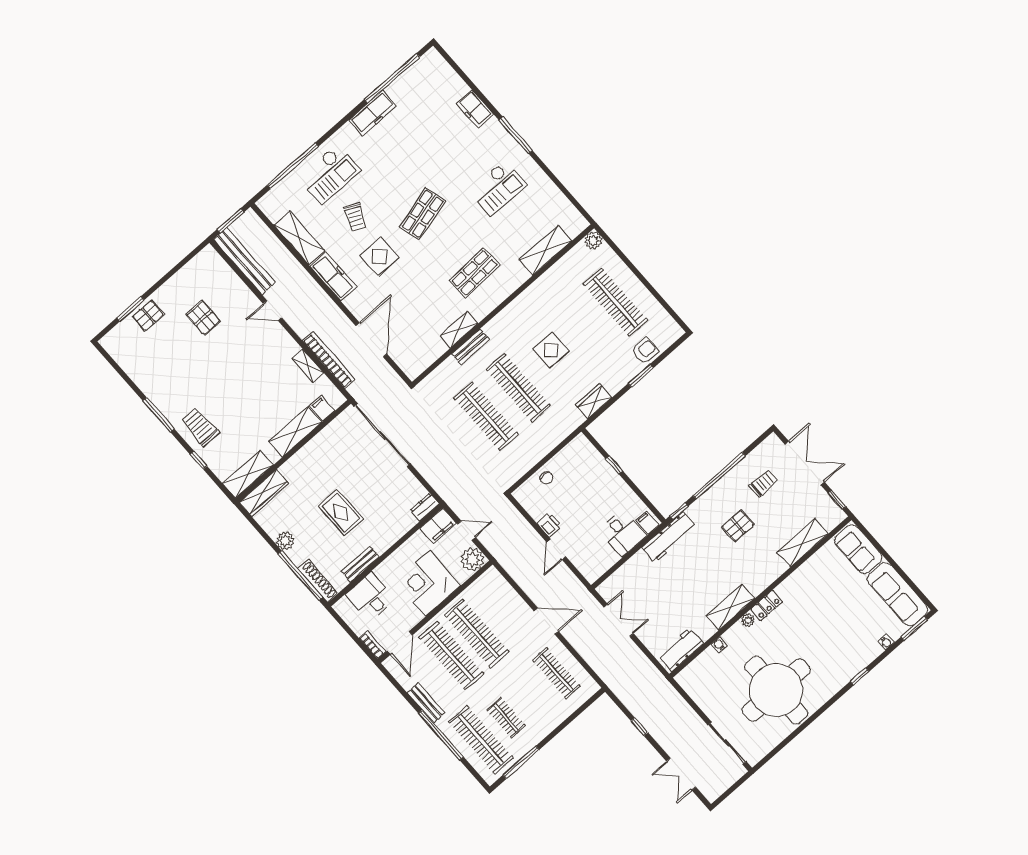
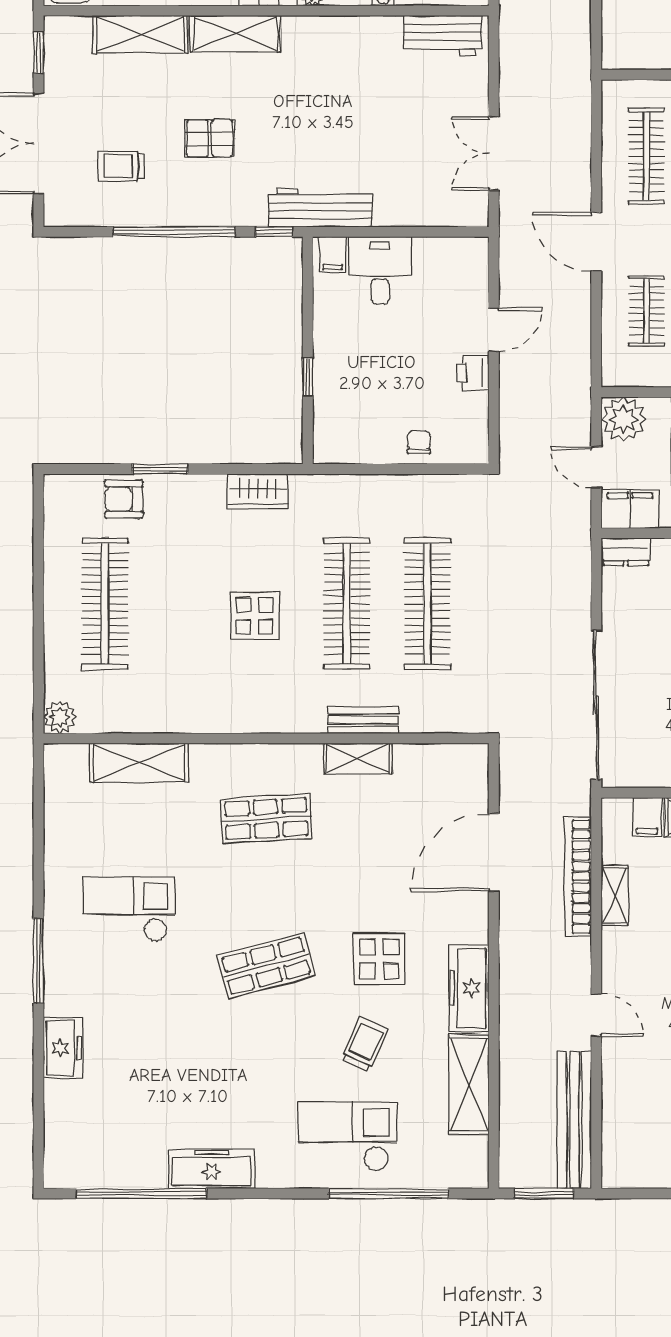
shelving: (730, 607) -> (235, 34), moved
clothes rail: (502, 611) -> (646, 311), added

